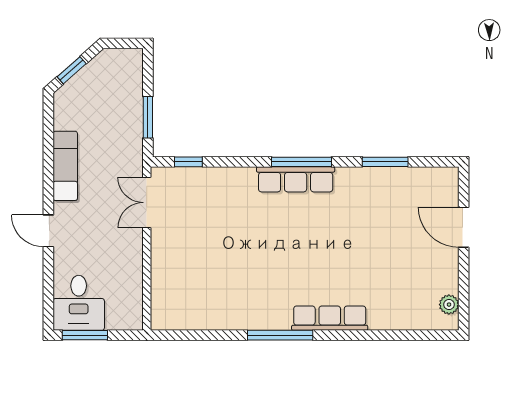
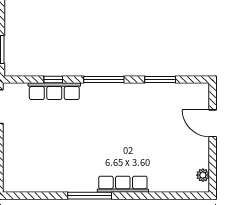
window: (188, 162) -> (53, 80), moved
row of seats: (296, 179) -> (54, 91), moved

